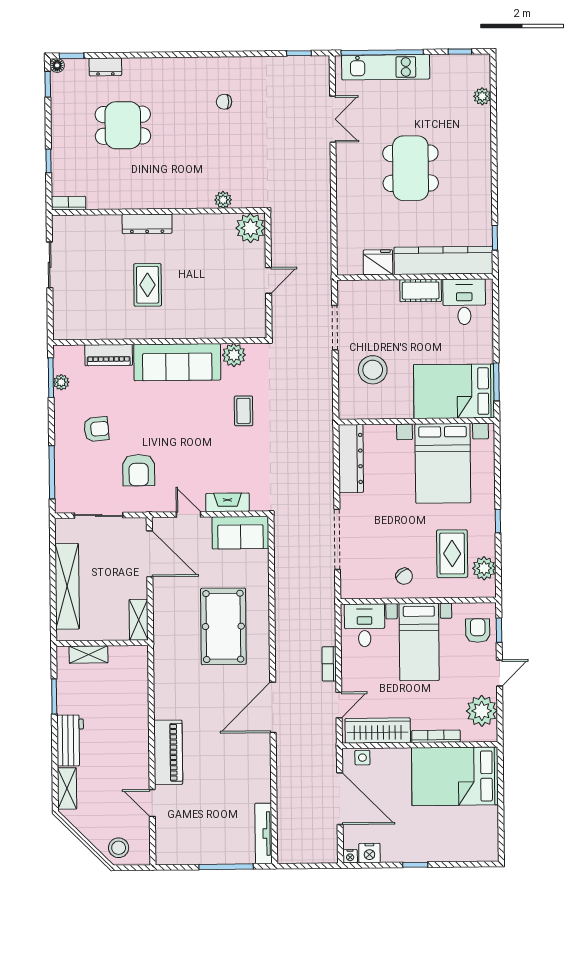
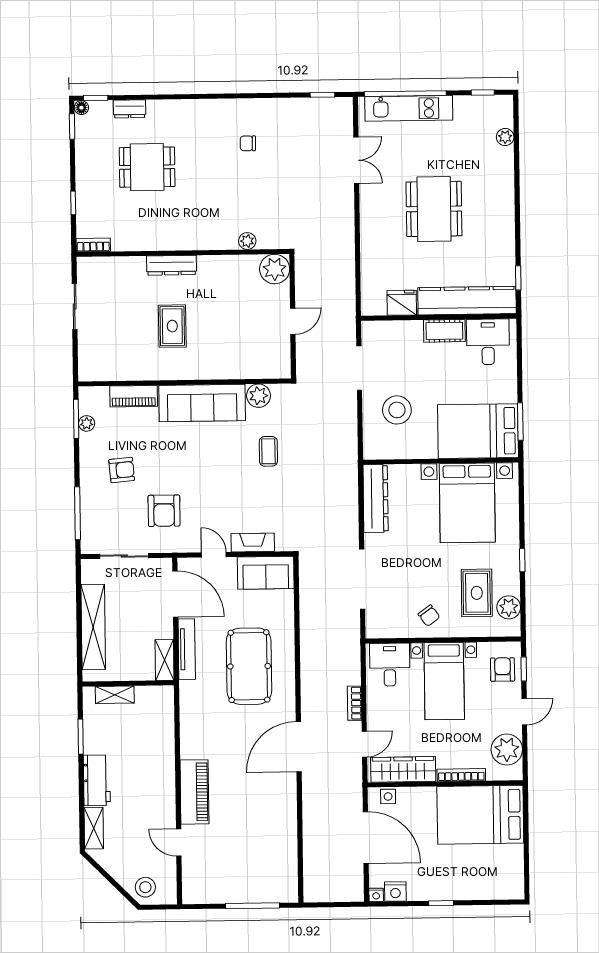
tv unit: (264, 833) -> (187, 649), moved, turned 180

